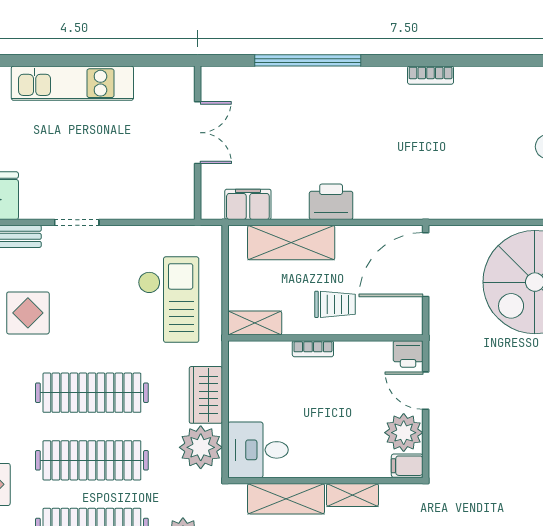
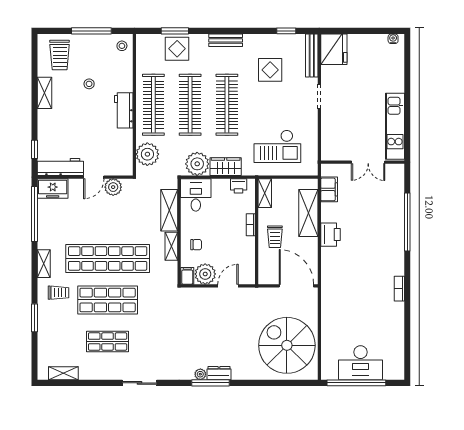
kitchen unit: (72, 83) -> (395, 126), moved
printer: (408, 354) -> (239, 186), moved, turned -90
chair: (350, 449) -> (196, 245), added

